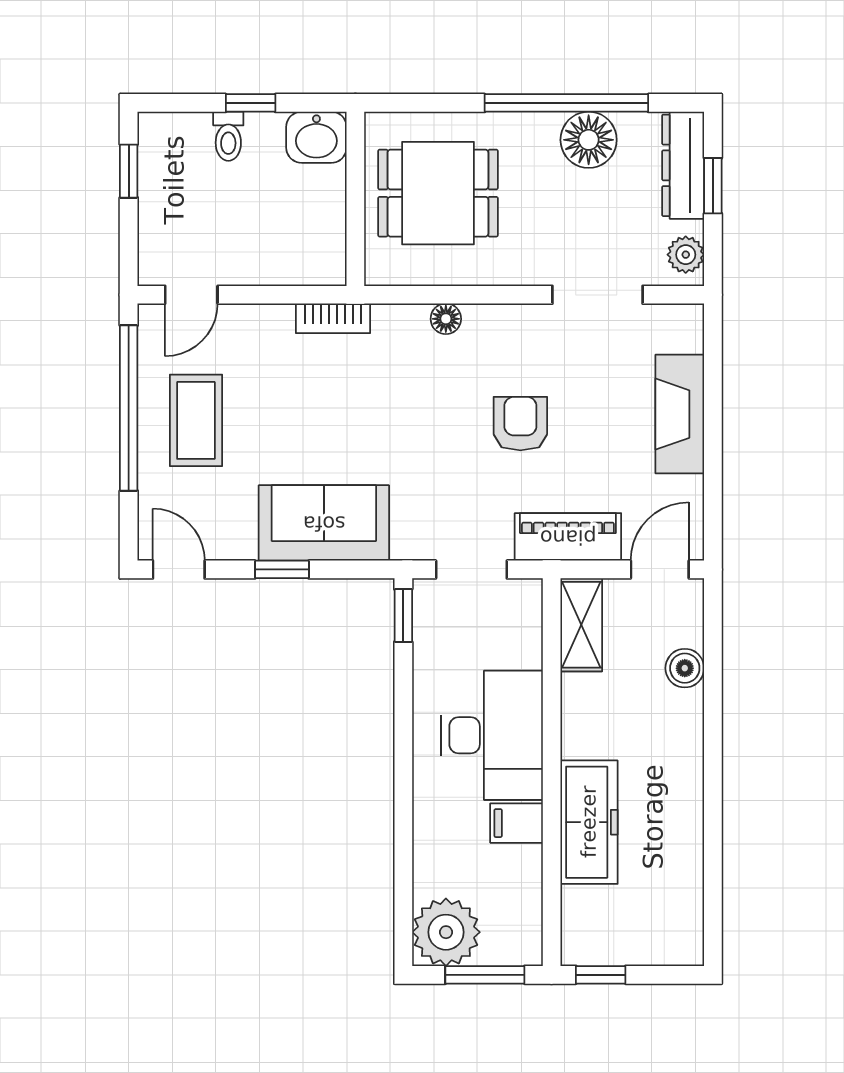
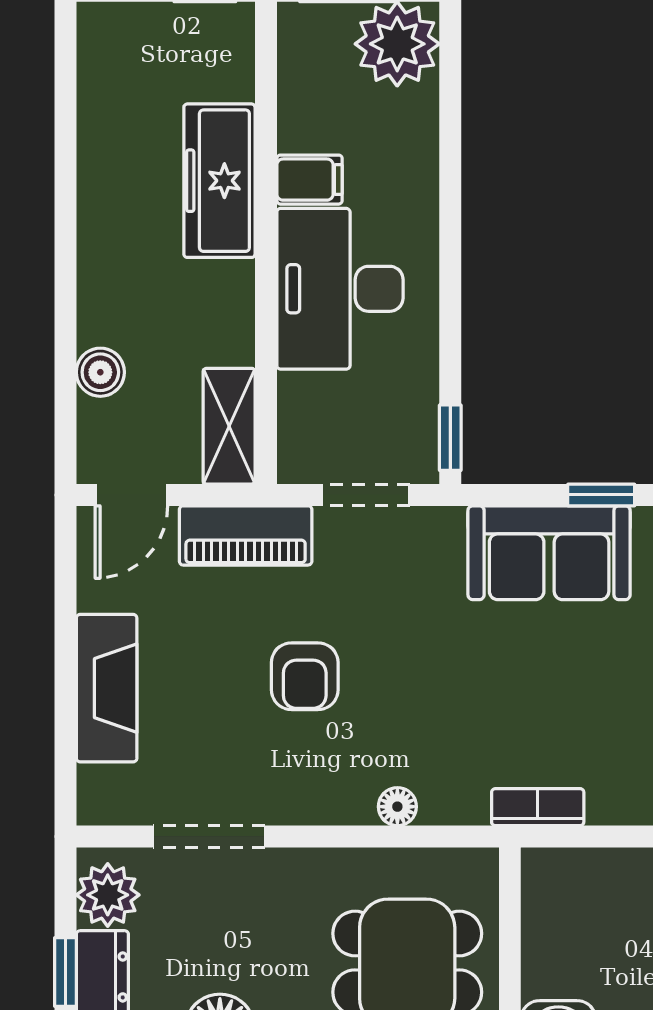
plant: (686, 255) -> (108, 895), width x1.38, depth x1.38

